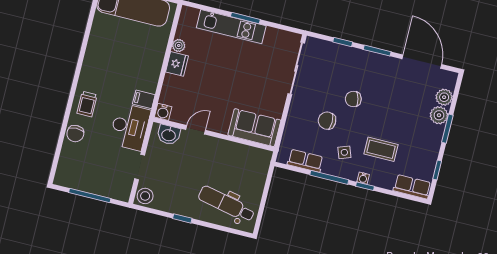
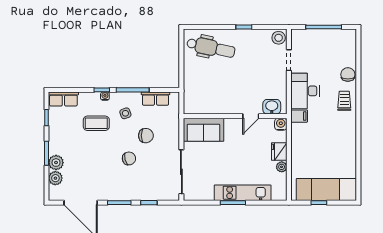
water cooler: (163, 112) -> (281, 124), moved
sofa: (254, 128) -> (203, 130), moved
door: (196, 130) -> (251, 116), moved
wall: (214, 134) -> (235, 116), moved
washbasin: (169, 135) -> (272, 107), moved

